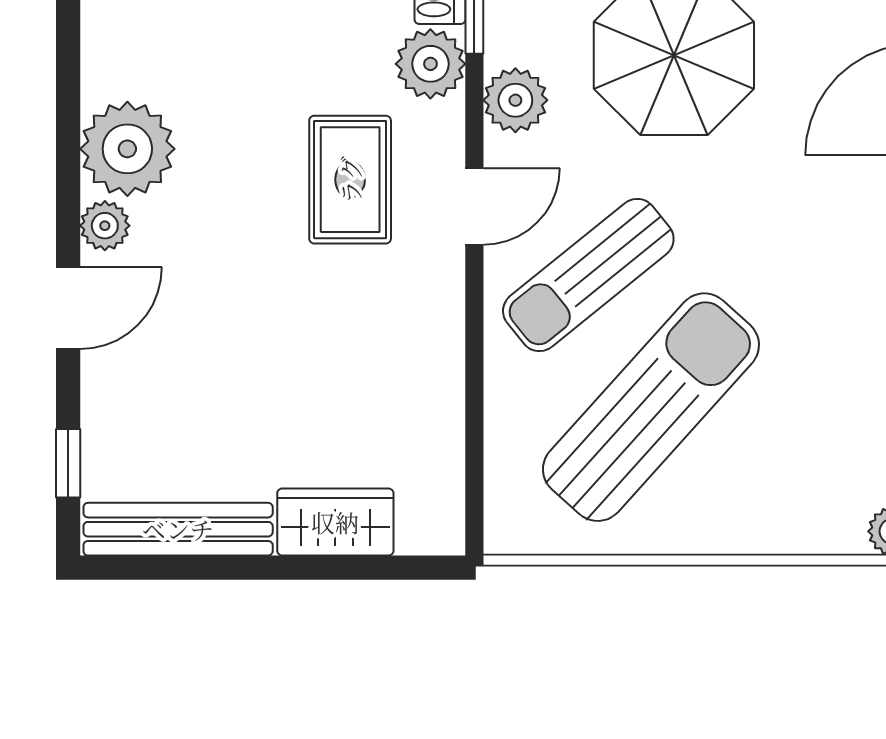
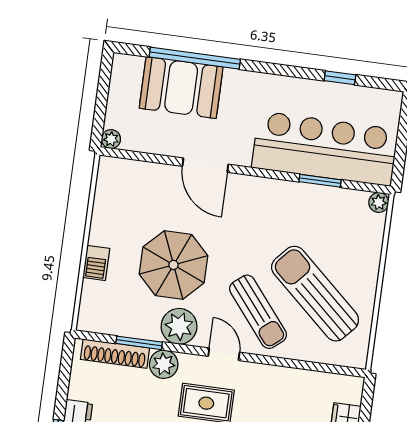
plant: (515, 100) -> (179, 326), width x1.36, depth x1.36

